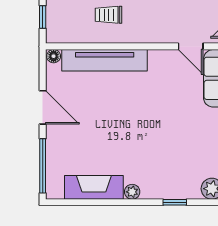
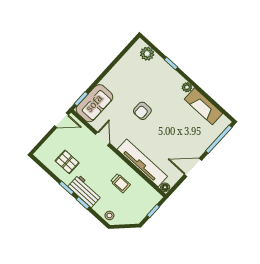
door: (191, 46) -> (102, 139), moved
door: (43, 107) -> (193, 167), hinge flipped
armchair: (158, 119) -> (142, 111), added

